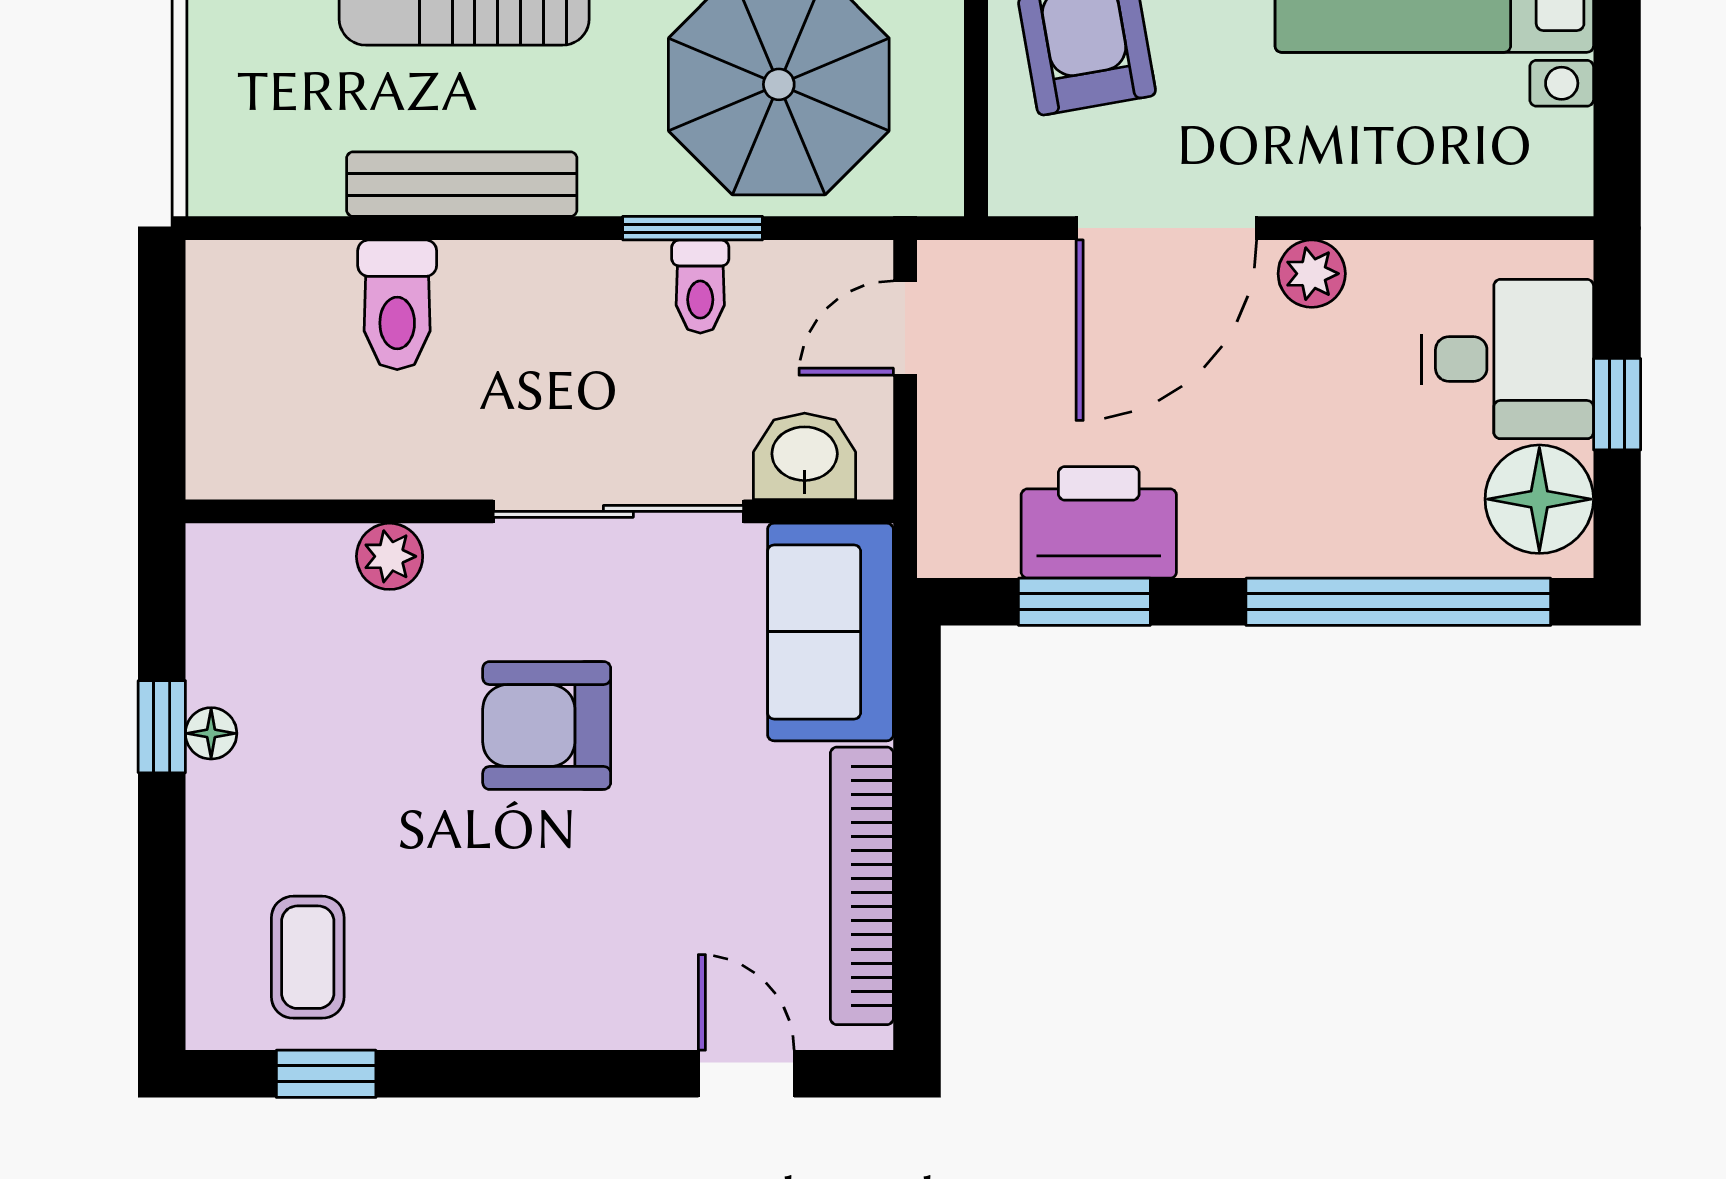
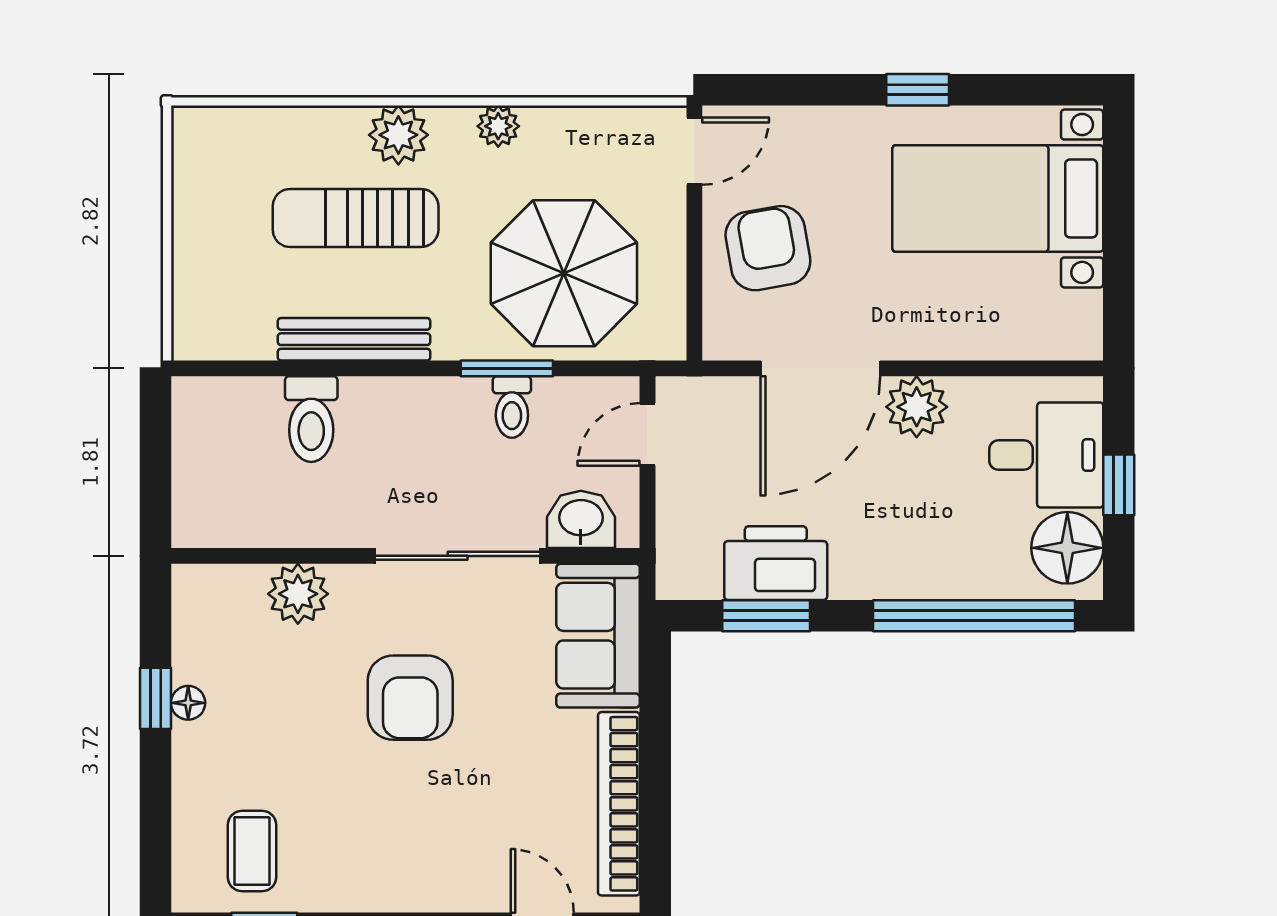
plant: (1312, 274) -> (917, 407), width x1.38, depth x1.38
plant: (390, 556) -> (298, 594), width x1.38, depth x1.38
armchair: (547, 726) -> (410, 698), turned -90

